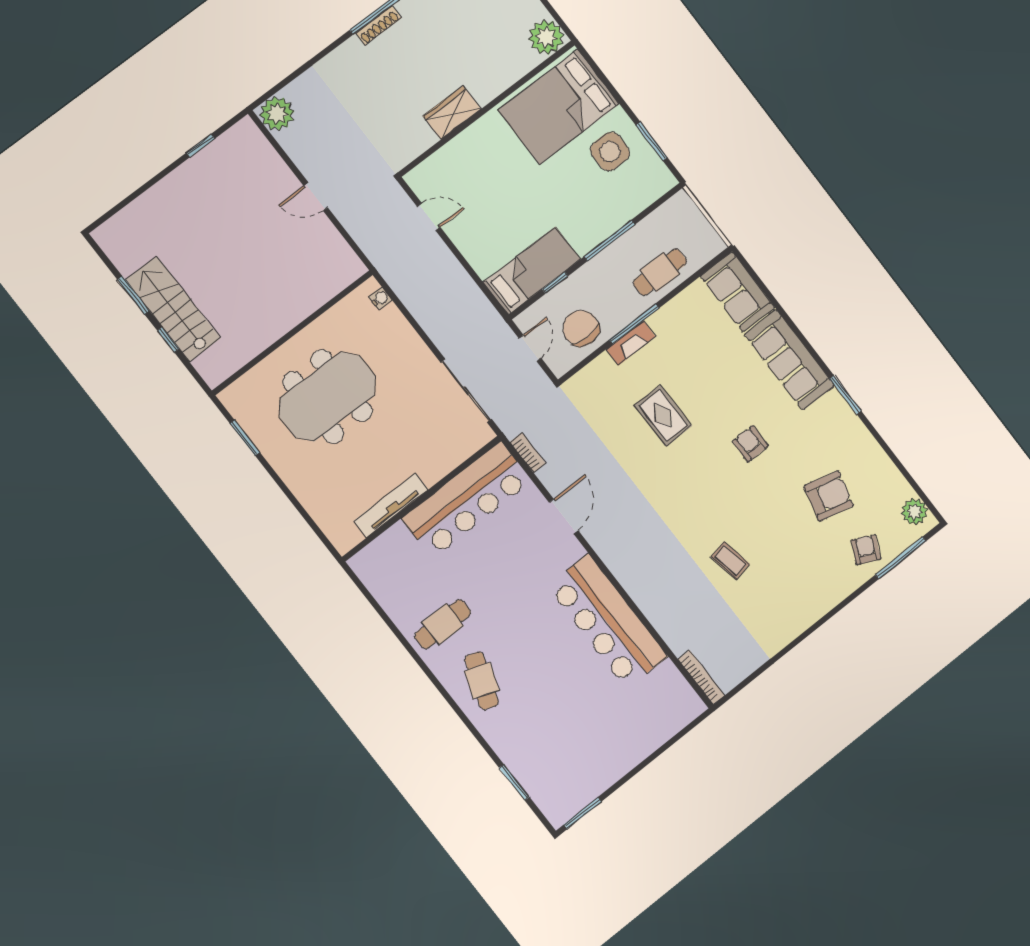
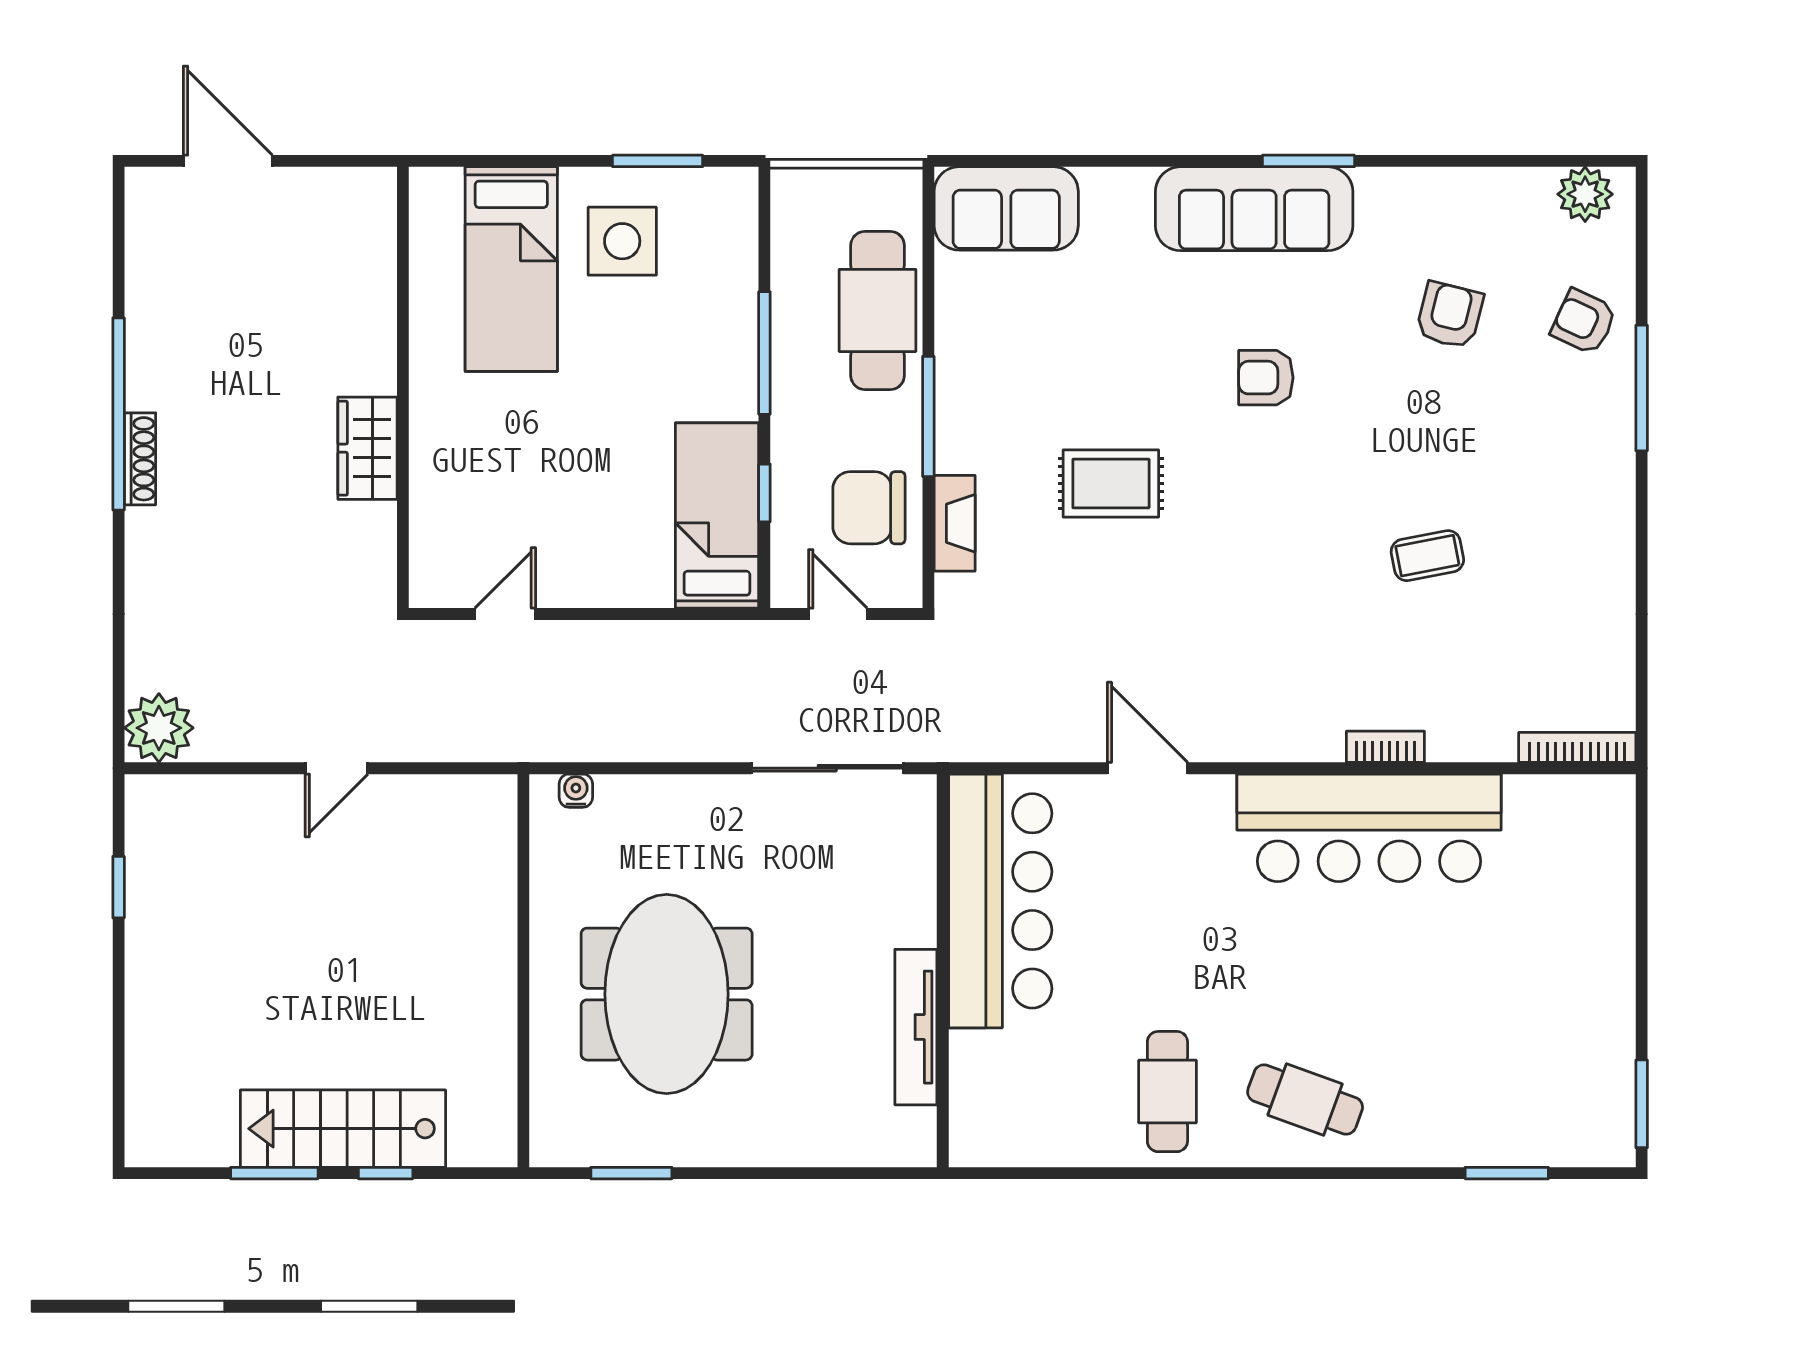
plant: (546, 37) -> (361, 203), removed
bed: (559, 107) -> (511, 269), width x0.67
cafe table: (660, 272) -> (878, 310), width x1.37, depth x1.35
fireplace: (631, 343) -> (955, 523), moved
sofa: (789, 360) -> (1254, 209), moved
bookcase: (528, 453) -> (1385, 747), moved
armchair: (829, 496) -> (1450, 315), width x0.72, depth x0.72
window: (901, 558) -> (1642, 388), moved

